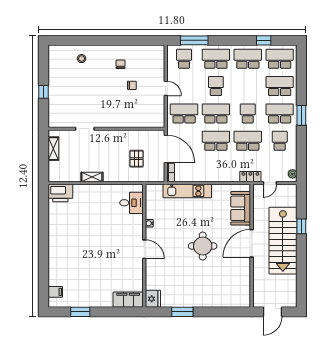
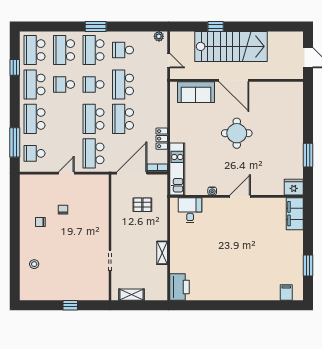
school desk: (216, 86) -> (64, 84), moved
locker: (250, 177) -> (162, 139), moved
kitchen unit: (187, 191) -> (177, 169), moved

